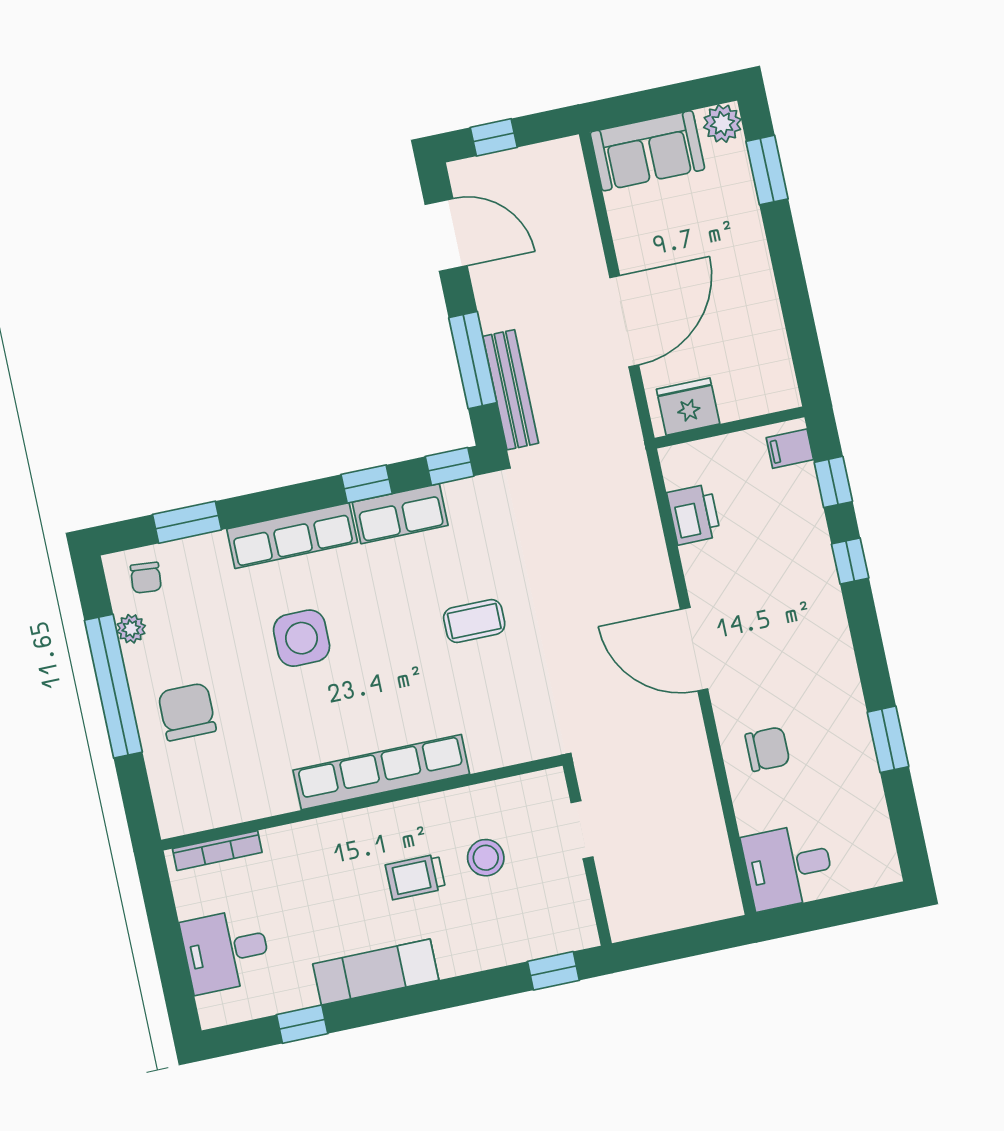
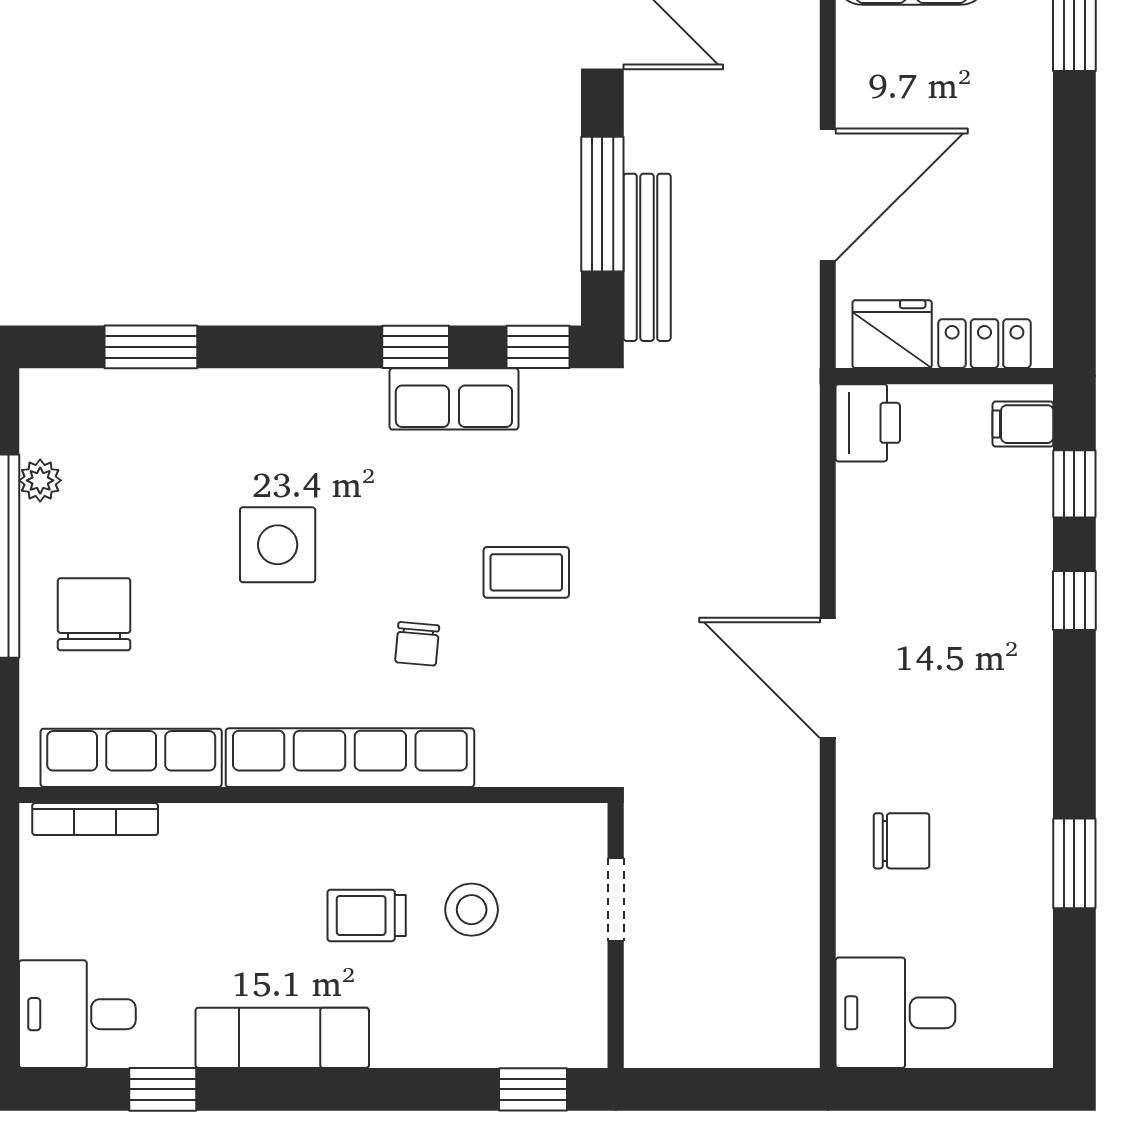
locker: (752, 400) -> (984, 344), added
printer: (694, 514) -> (868, 423), moved
row of seats: (292, 536) -> (131, 758), moved, turned 180
chair: (146, 578) -> (417, 644), moved
desk: (226, 951) -> (77, 1014), moved

